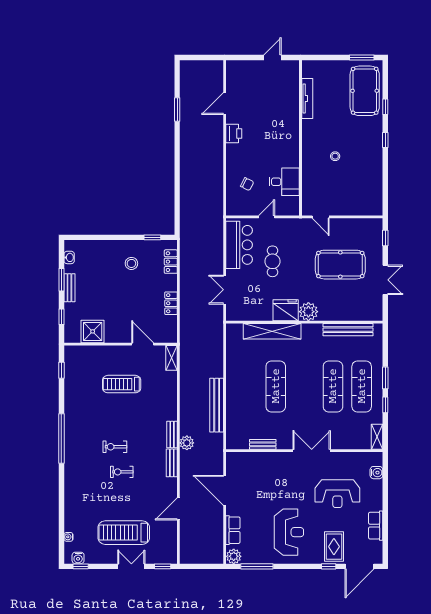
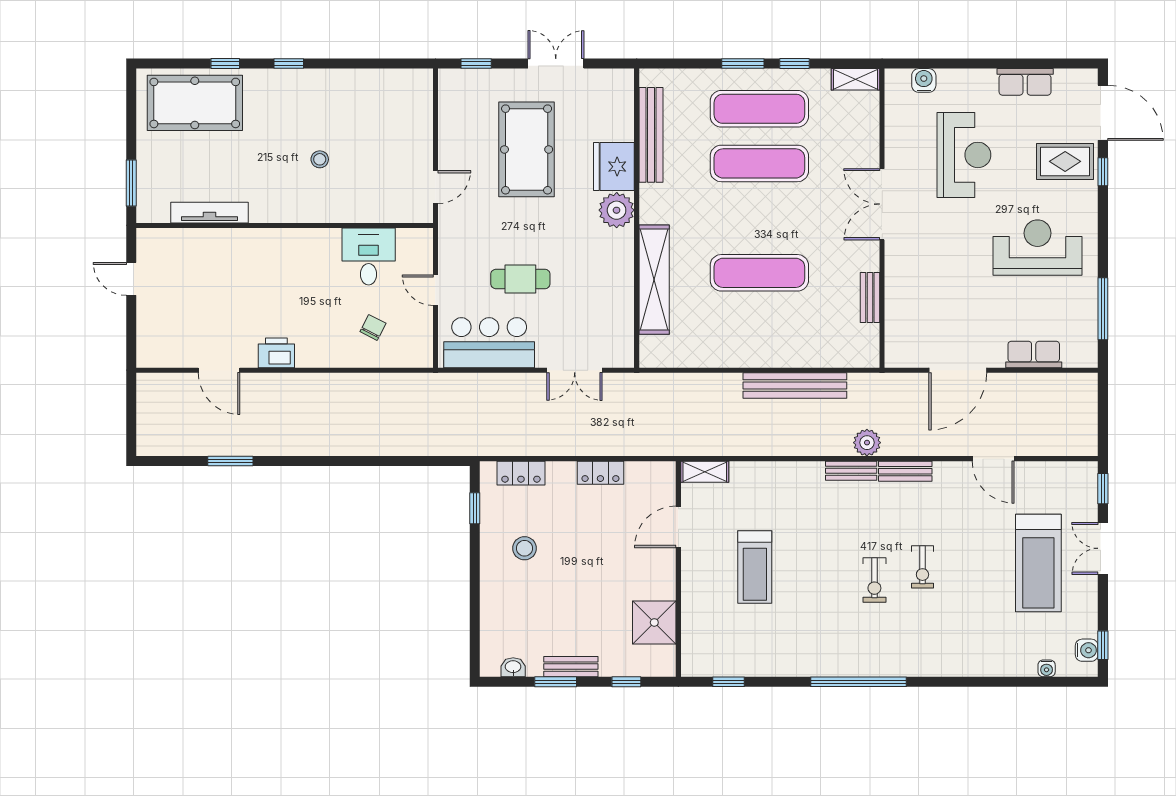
window: (362, 58) -> (131, 183), moved
fridge: (286, 310) -> (614, 167), moved
plant: (234, 556) -> (1084, 353), removed

